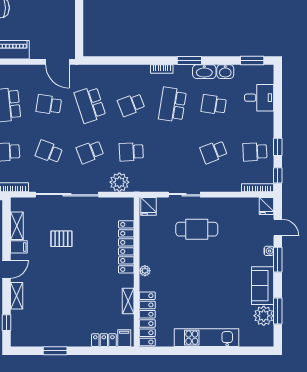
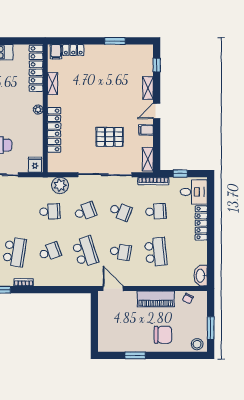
shelving: (17, 226) -> (148, 159), moved
pallet: (61, 239) -> (110, 137), width x1.50, depth x1.42

